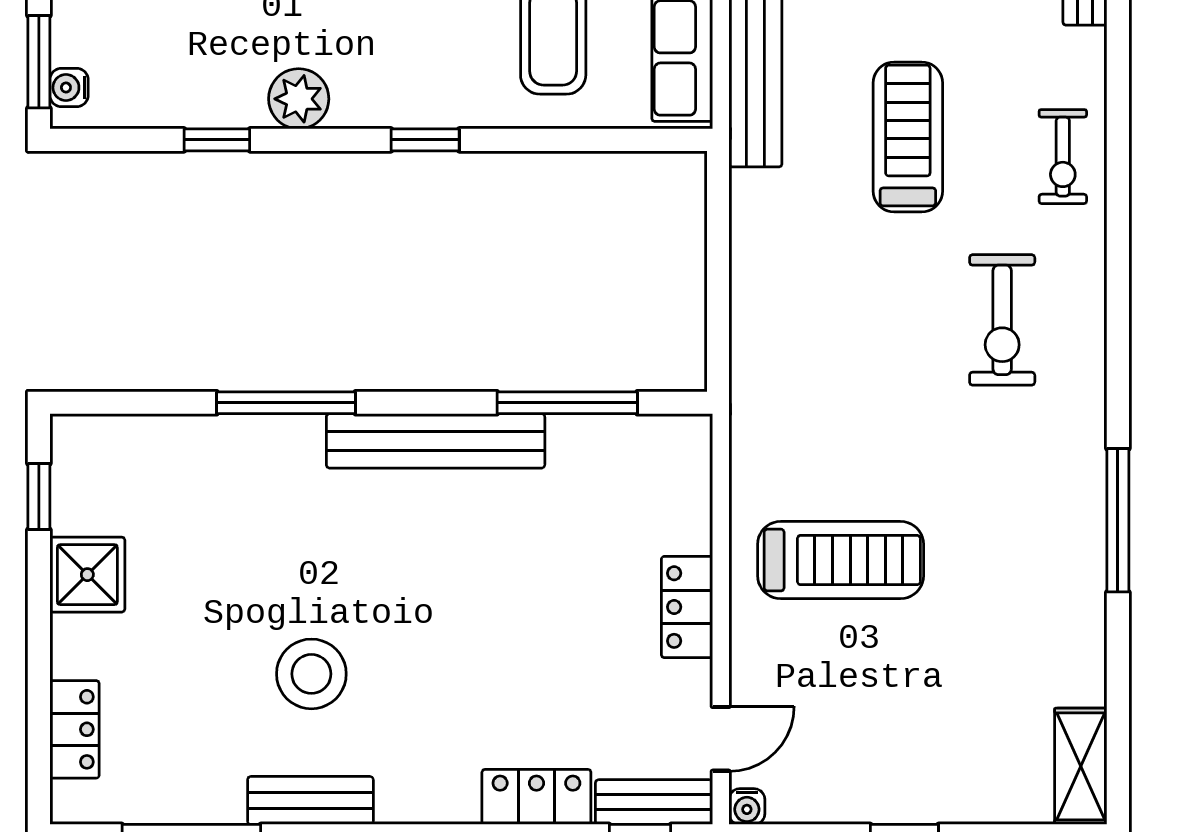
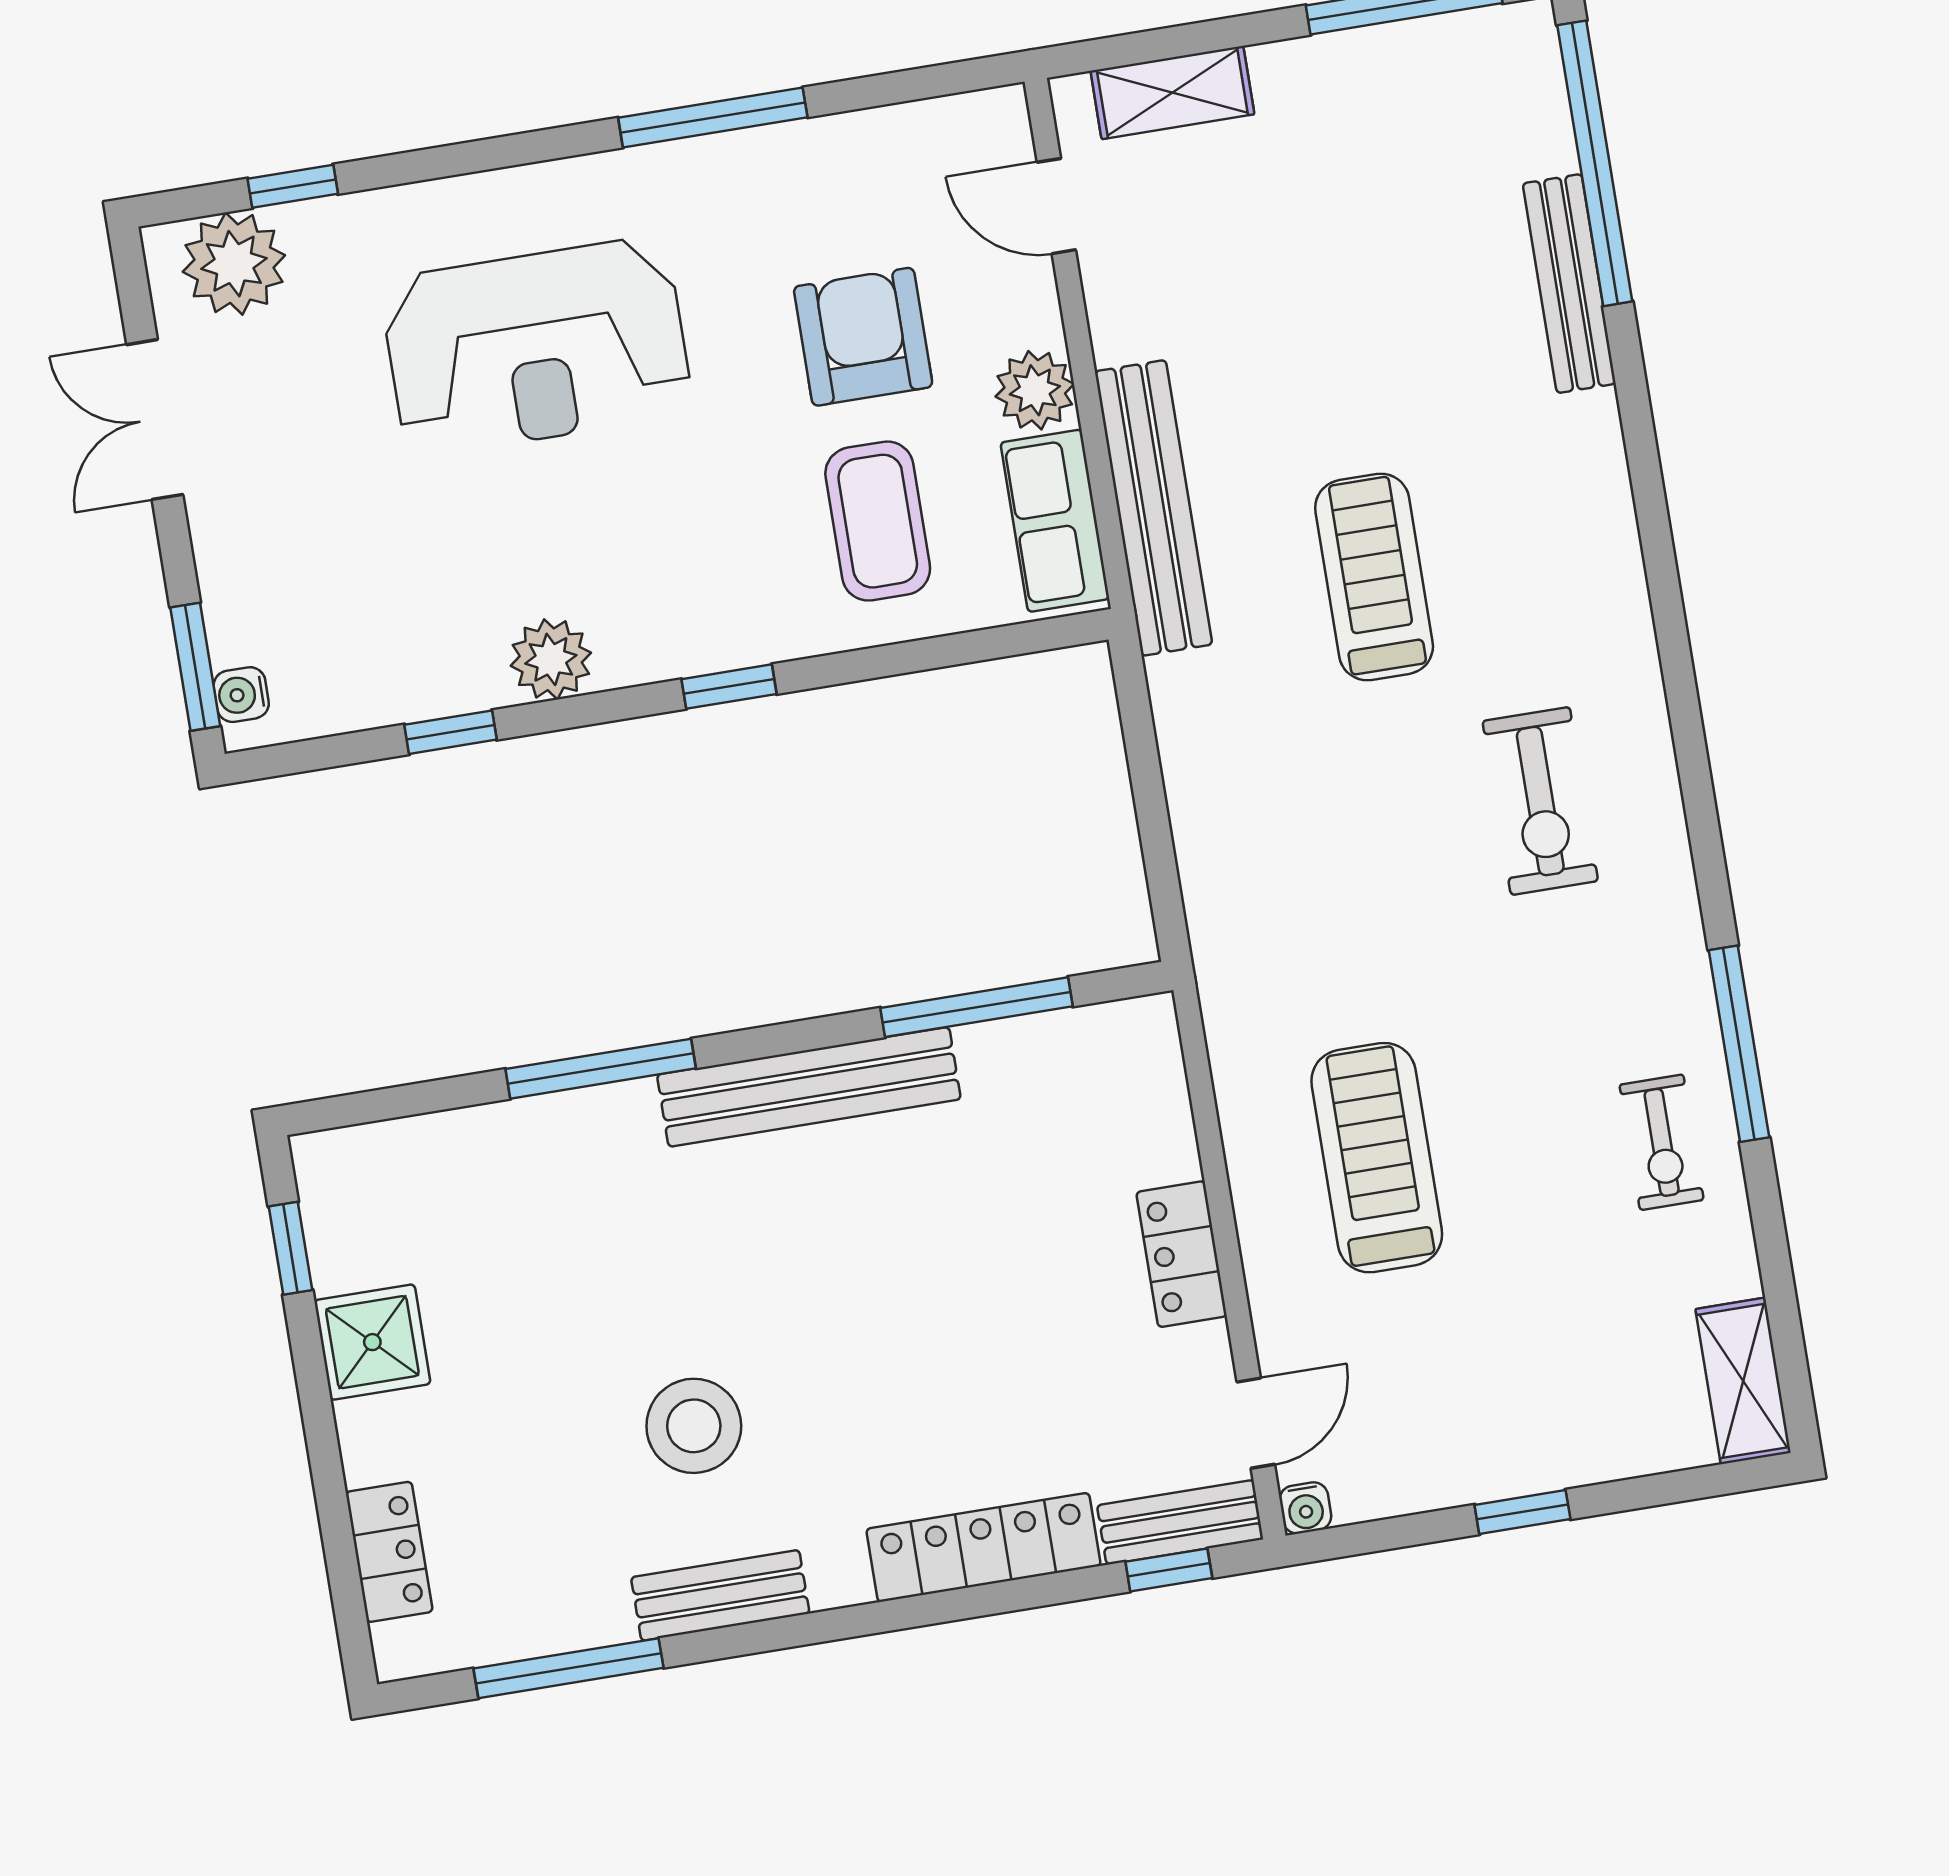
exercise bike: (1063, 157) -> (1662, 1142), moved
treadmill: (841, 560) -> (1377, 1158), turned -90
locker: (536, 797) -> (983, 1547), width x1.53

